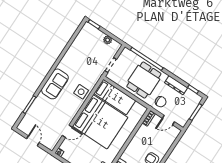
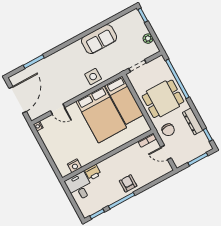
sofa: (55, 84) -> (99, 39), moved
bed: (100, 122) -> (101, 115), width x0.73
door: (33, 141) -> (18, 100), width x1.88

